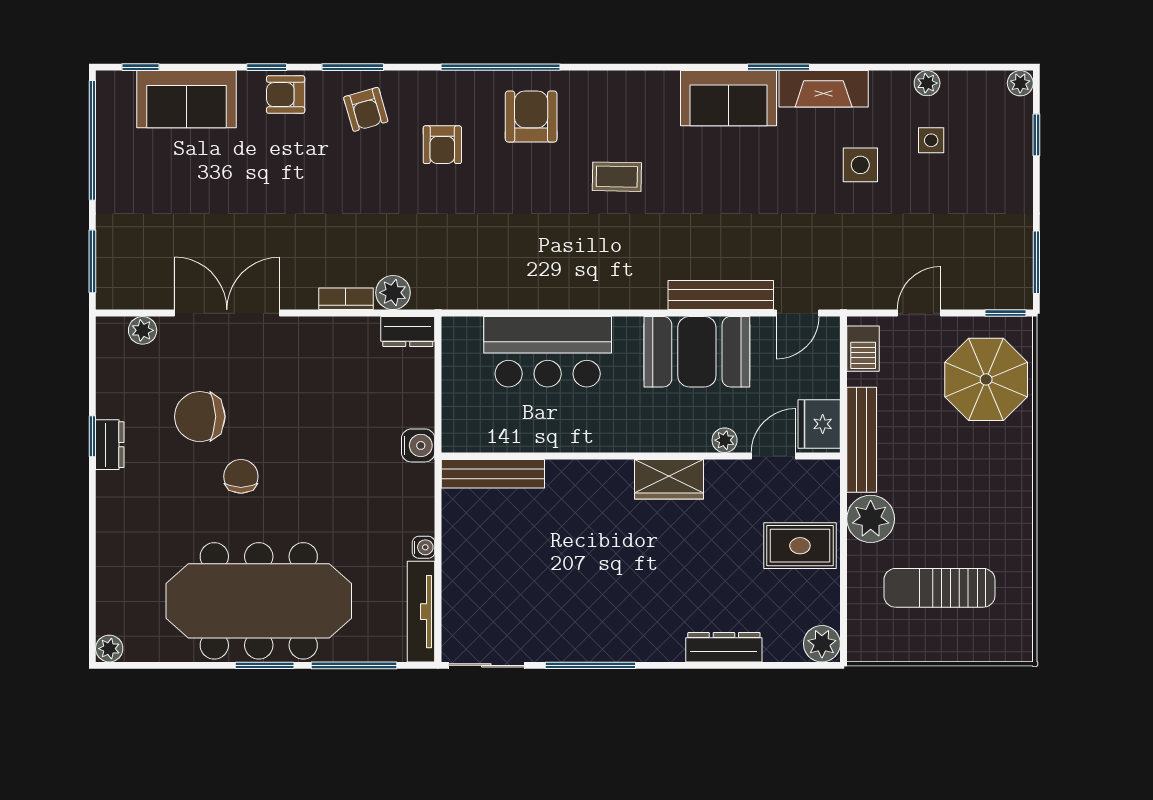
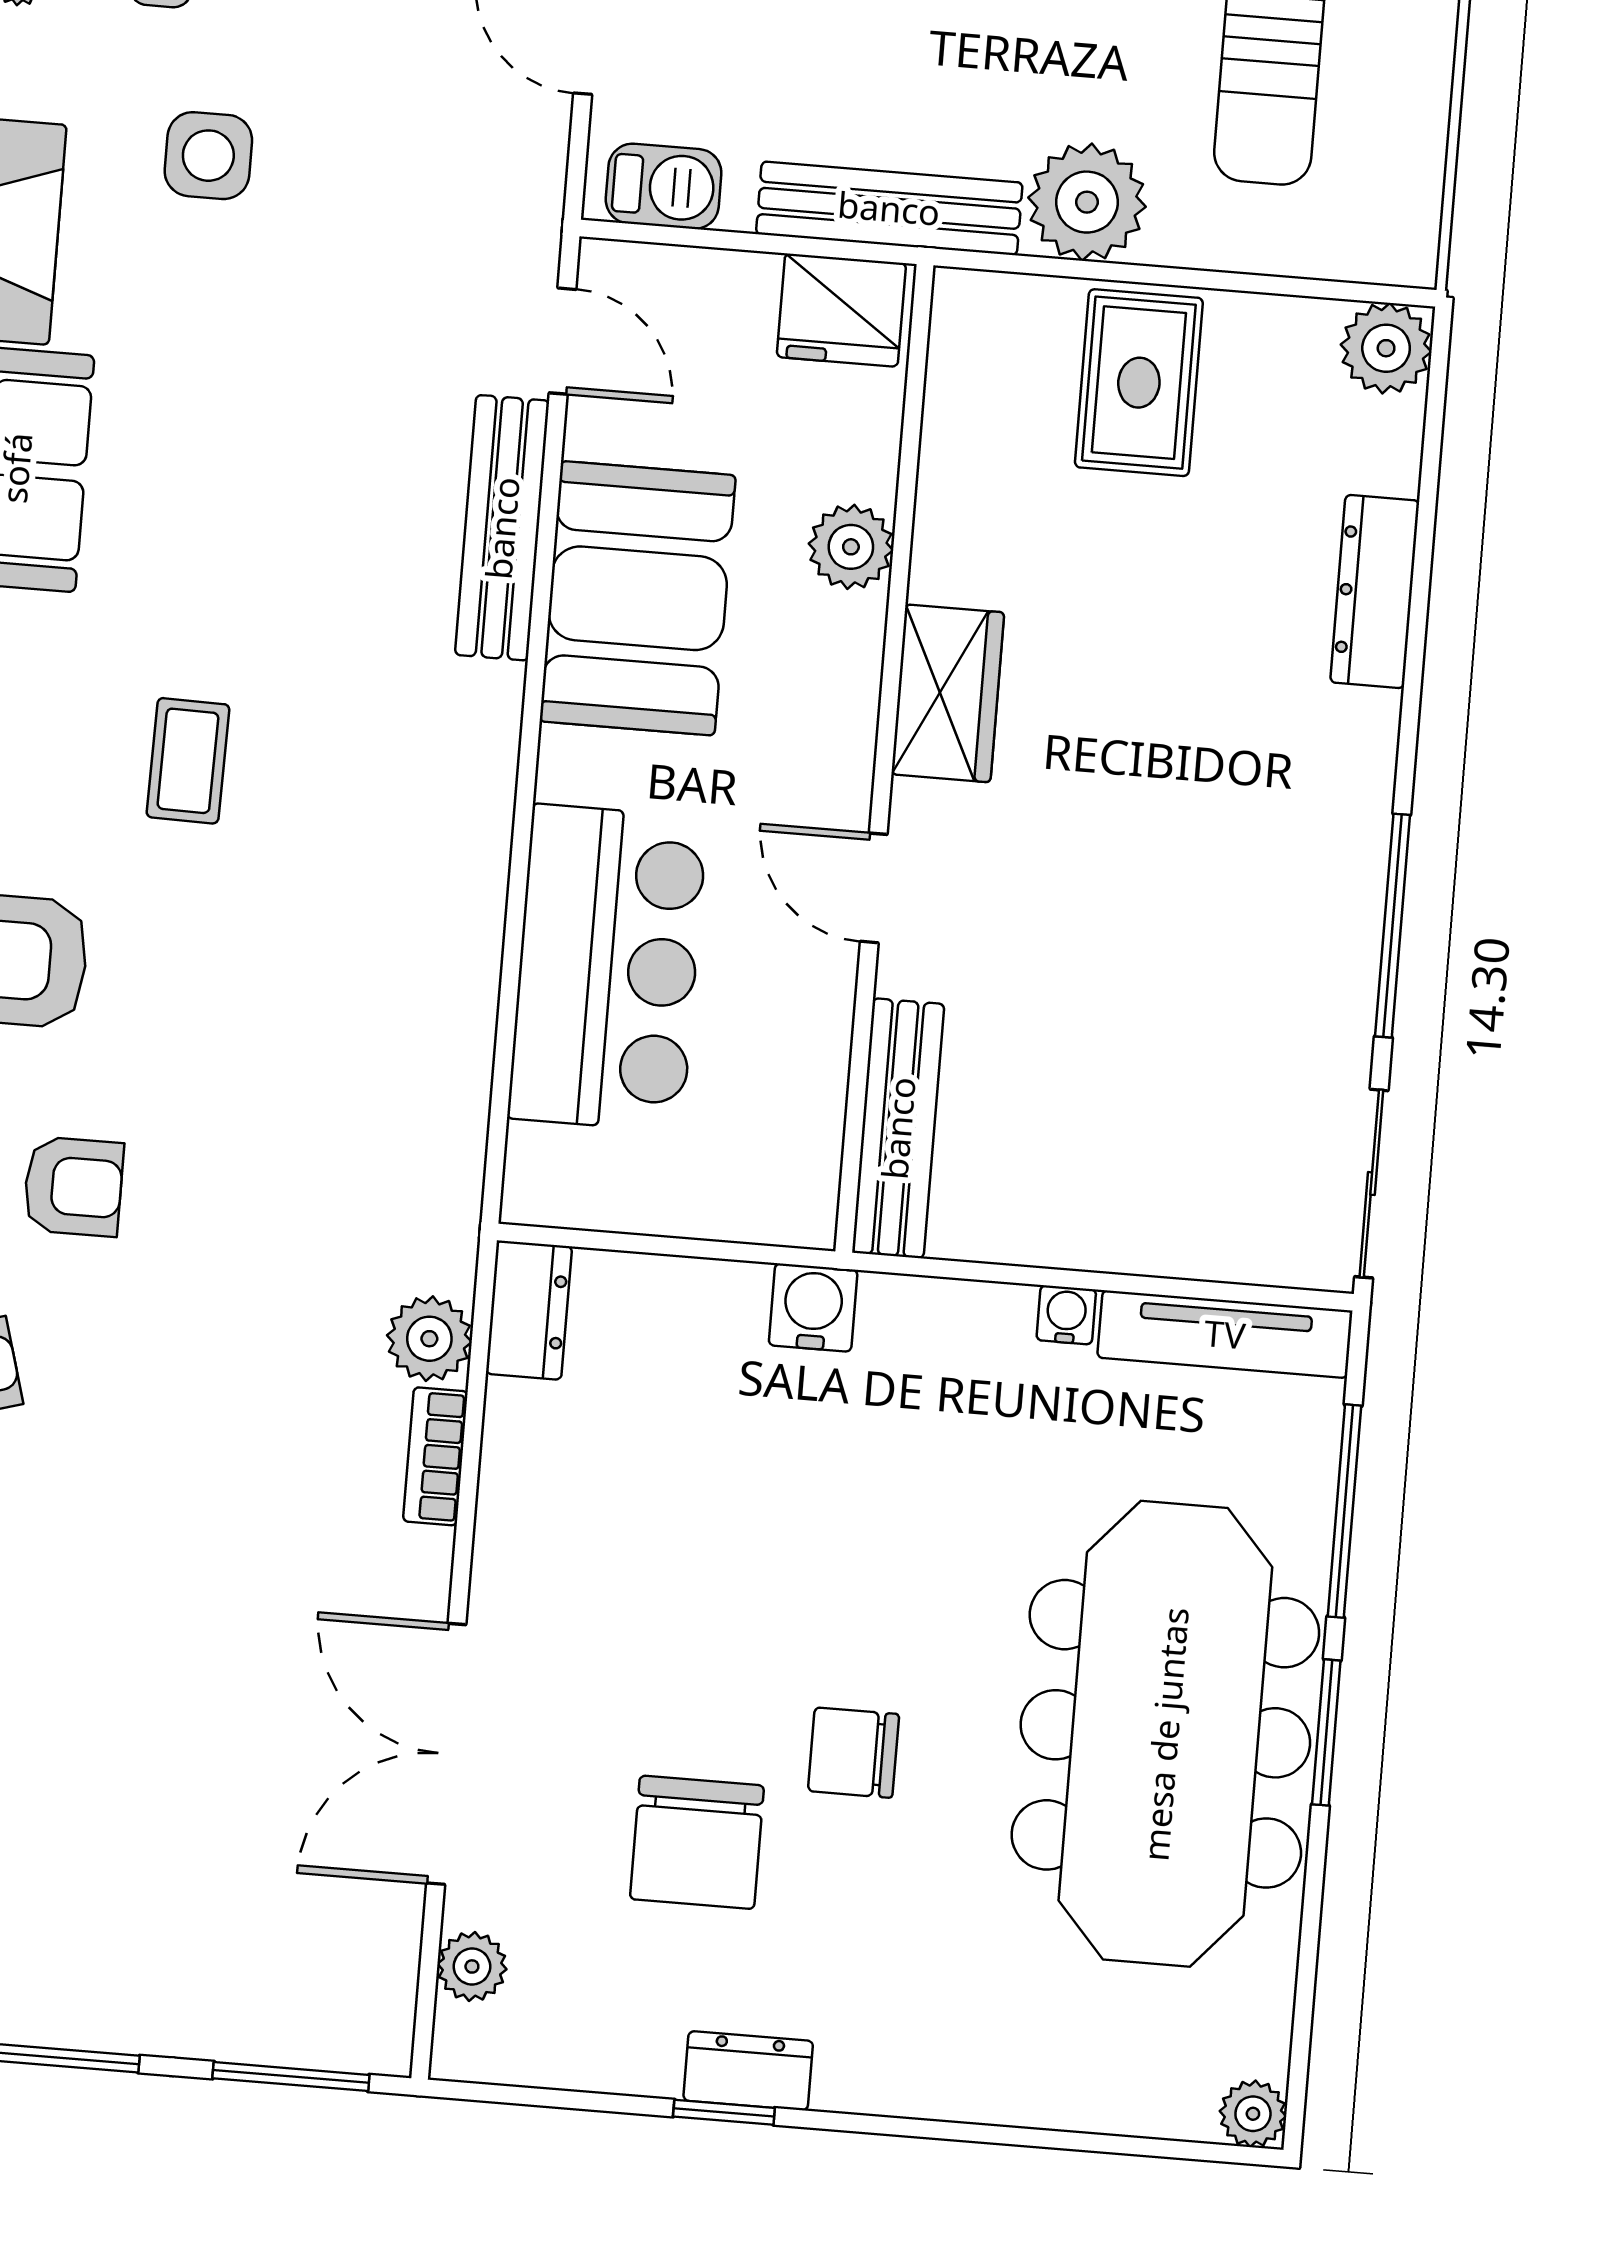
plant: (725, 440) -> (851, 547), width x1.38, depth x1.38
door: (773, 456) -> (874, 888), moved

